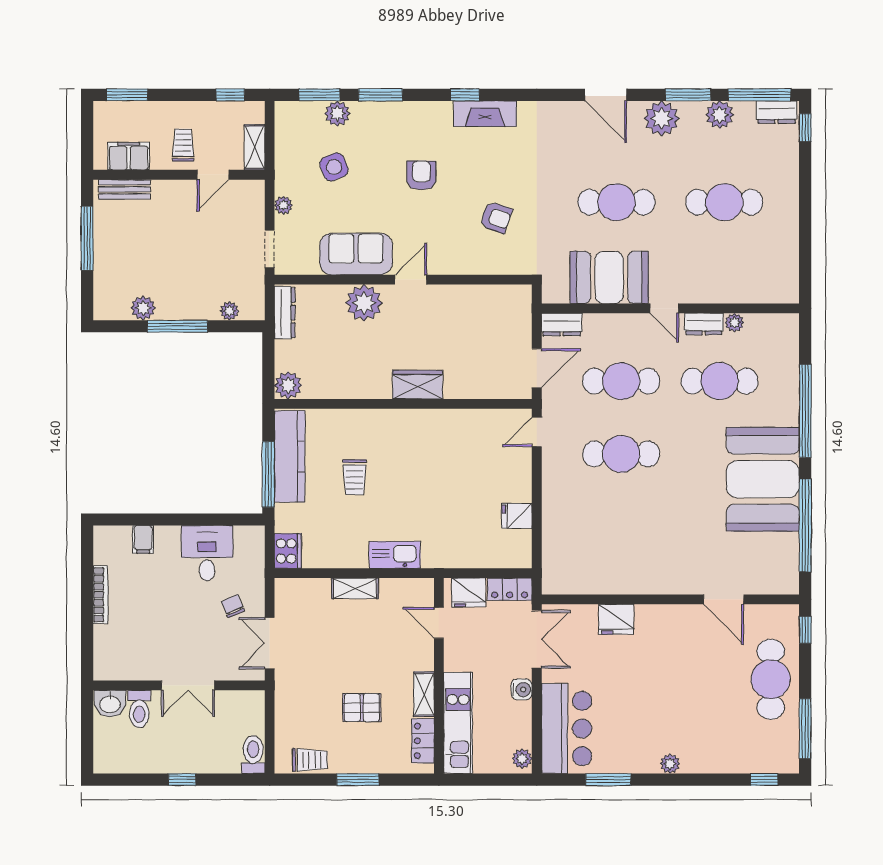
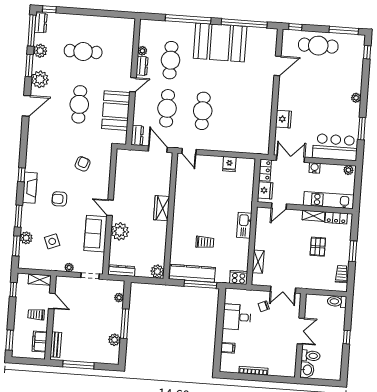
fireplace: (485, 114) -> (30, 188), moved
cafe table: (724, 202) -> (83, 52), turned 90
shelving: (355, 588) -> (258, 262), moved

